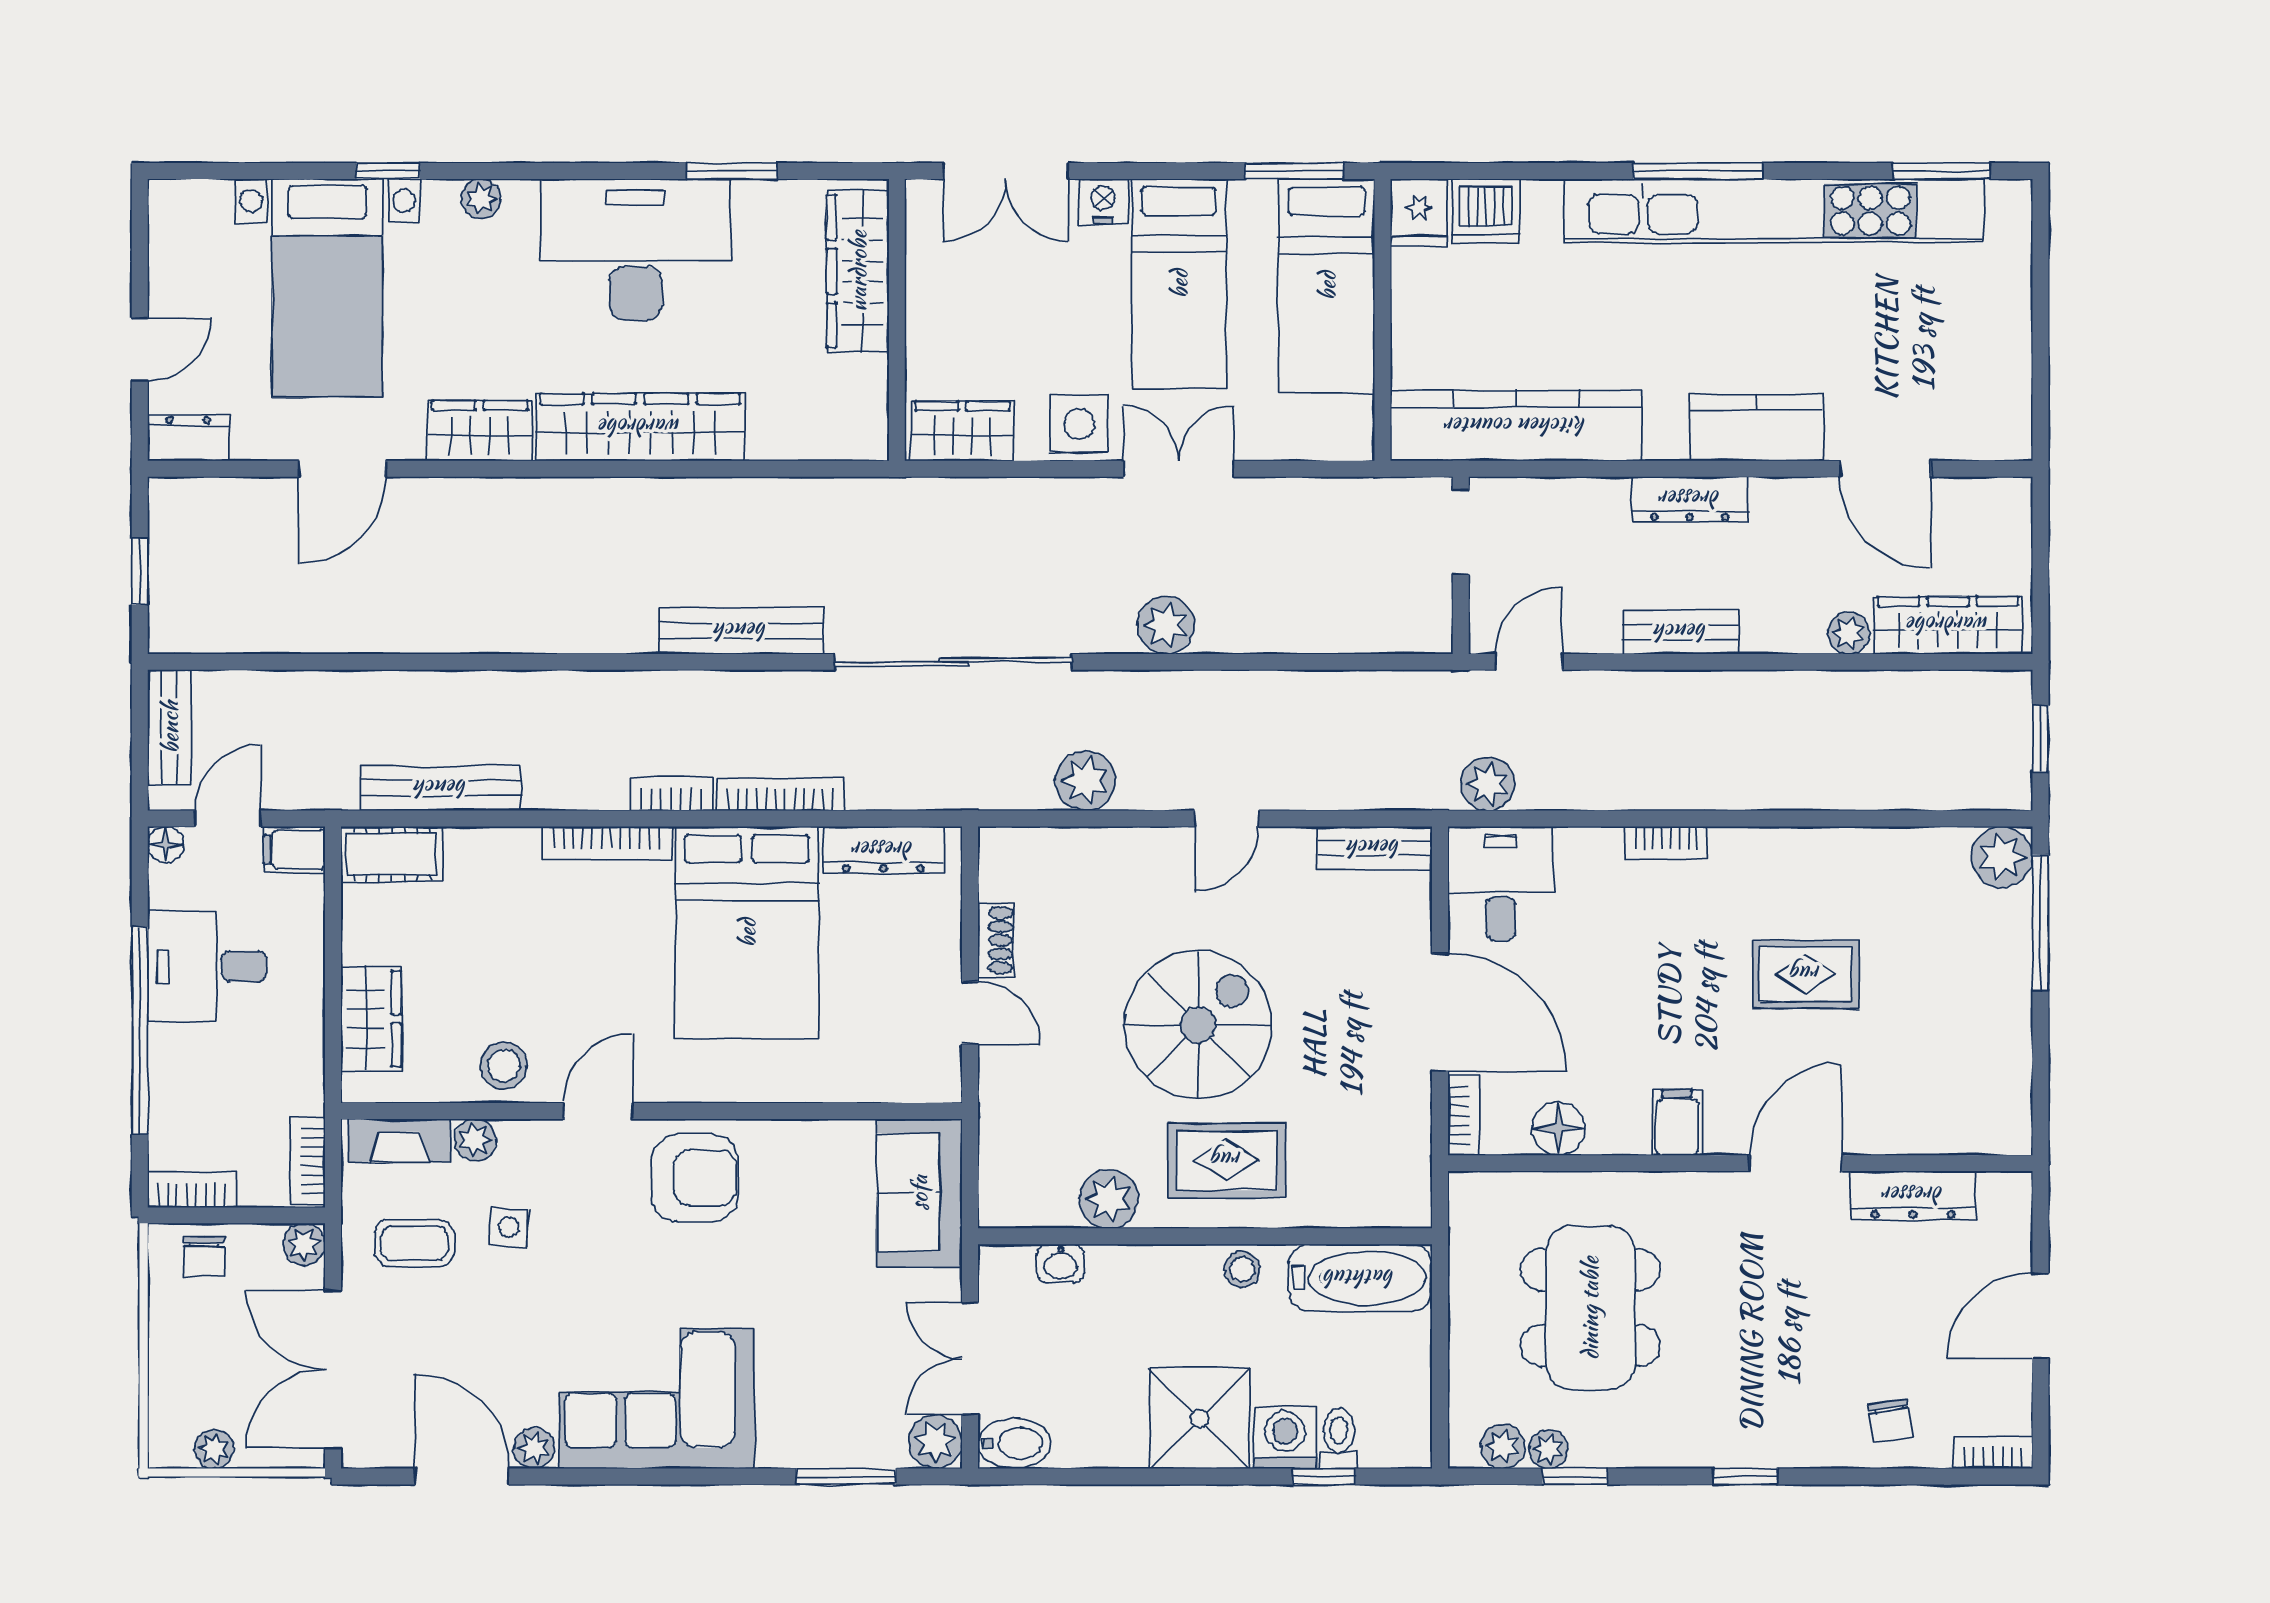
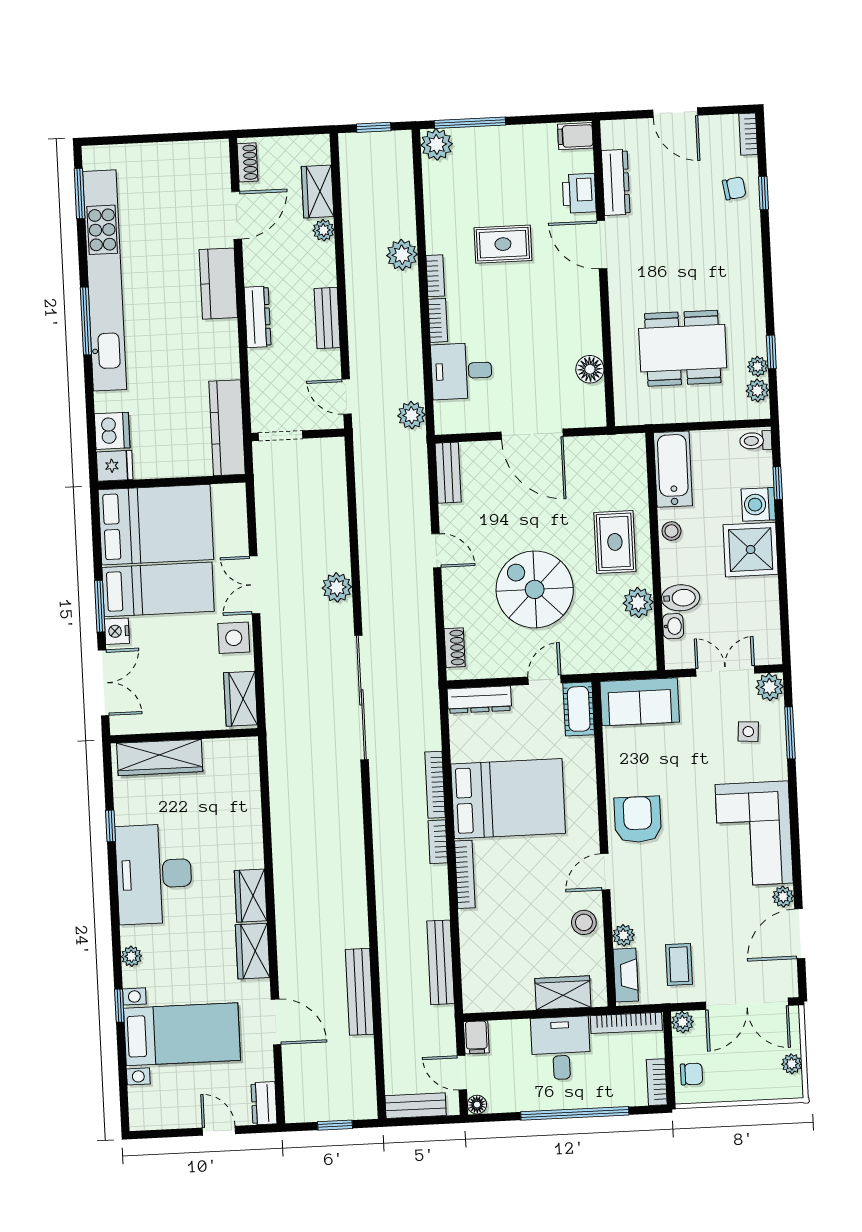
window: (732, 171) -> (111, 826), width x0.67
window: (1294, 171) -> (100, 606), moved
bed: (1327, 286) -> (156, 525), width x1.50
kitchen counter: (1516, 426) -> (227, 428), width x0.72, depth x0.86
wardrobe: (640, 427) -> (251, 896), width x0.48, depth x0.85
shoe rack: (1985, 494) -> (247, 162), added
wardrobe: (1948, 625) -> (318, 191), width x0.67
bench: (741, 631) -> (360, 992), moved
plant: (1086, 781) -> (402, 255), moved
dresser: (883, 850) -> (479, 700), moved, turned 90
cot: (392, 854) -> (579, 709), moved
desk: (1501, 883) -> (462, 371), moved
shoe rack: (996, 940) -> (455, 648), moved, turned 90
desk: (207, 966) -> (561, 1048), moved, turned 180
rug: (1806, 974) -> (503, 244), turned 90
door: (1440, 1012) -> (532, 434), swing flipped
spiral stairs: (1198, 1025) -> (535, 589), moved
door: (598, 1111) -> (605, 872), hinge flipped
bookcase: (1464, 1116) -> (435, 276), moved, turned 90
filing cabinet: (1677, 1123) -> (575, 136), moved
printer: (1896, 1125) -> (579, 193), added
bookcase: (308, 1162) -> (626, 1023), width x1.56
side table: (508, 1227) -> (748, 732), moved
double door: (970, 1359) -> (725, 671), swing flipped
toilet: (1339, 1439) -> (756, 441), moved
bidet: (1014, 1443) -> (681, 598), moved, turned 90
window: (1745, 1476) -> (764, 193), moved

